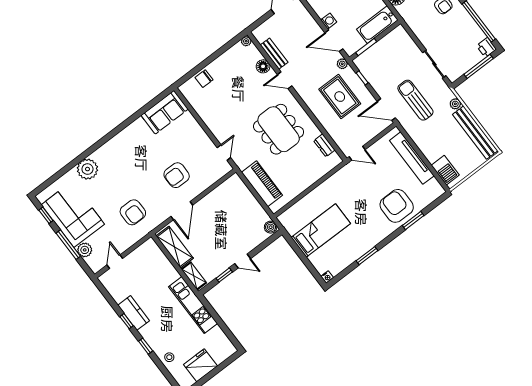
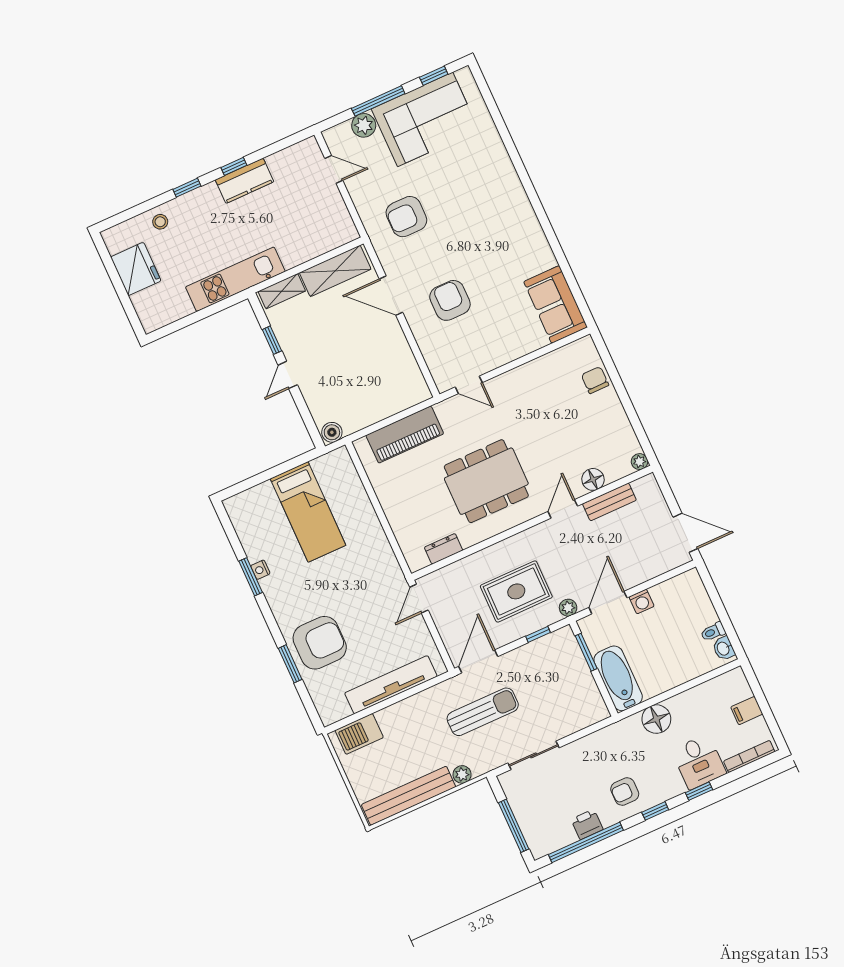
printer: (486, 47) -> (587, 824), moved
plant: (87, 169) -> (493, 160), removed
nightstand: (327, 277) -> (260, 570), moved

